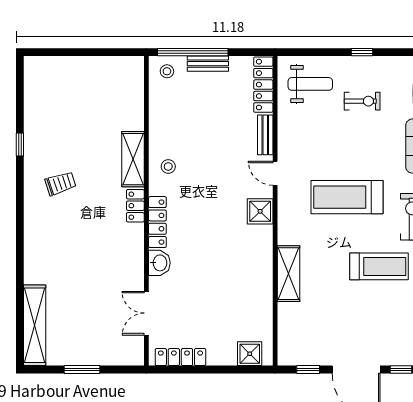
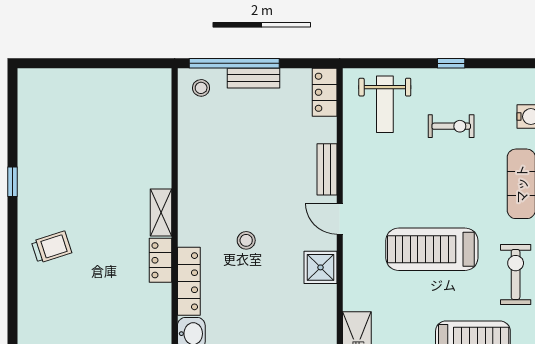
weight bench: (310, 84) -> (385, 104), turned 90
locker: (263, 85) -> (325, 92), width x0.66
shelving: (133, 159) -> (161, 213), width x0.67, depth x0.75
stool: (168, 166) -> (246, 240), moved
trolley: (60, 184) -> (52, 247), moved

